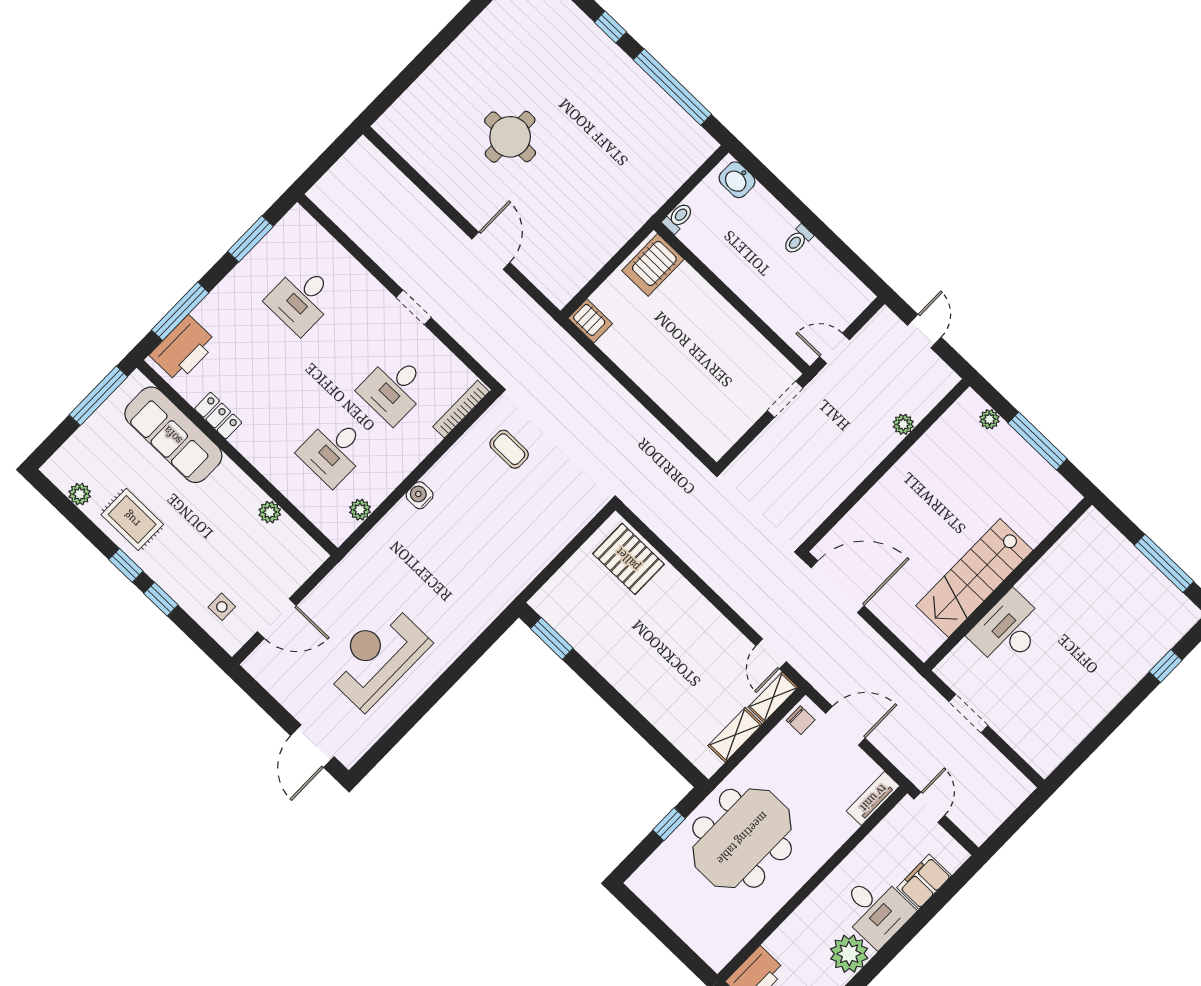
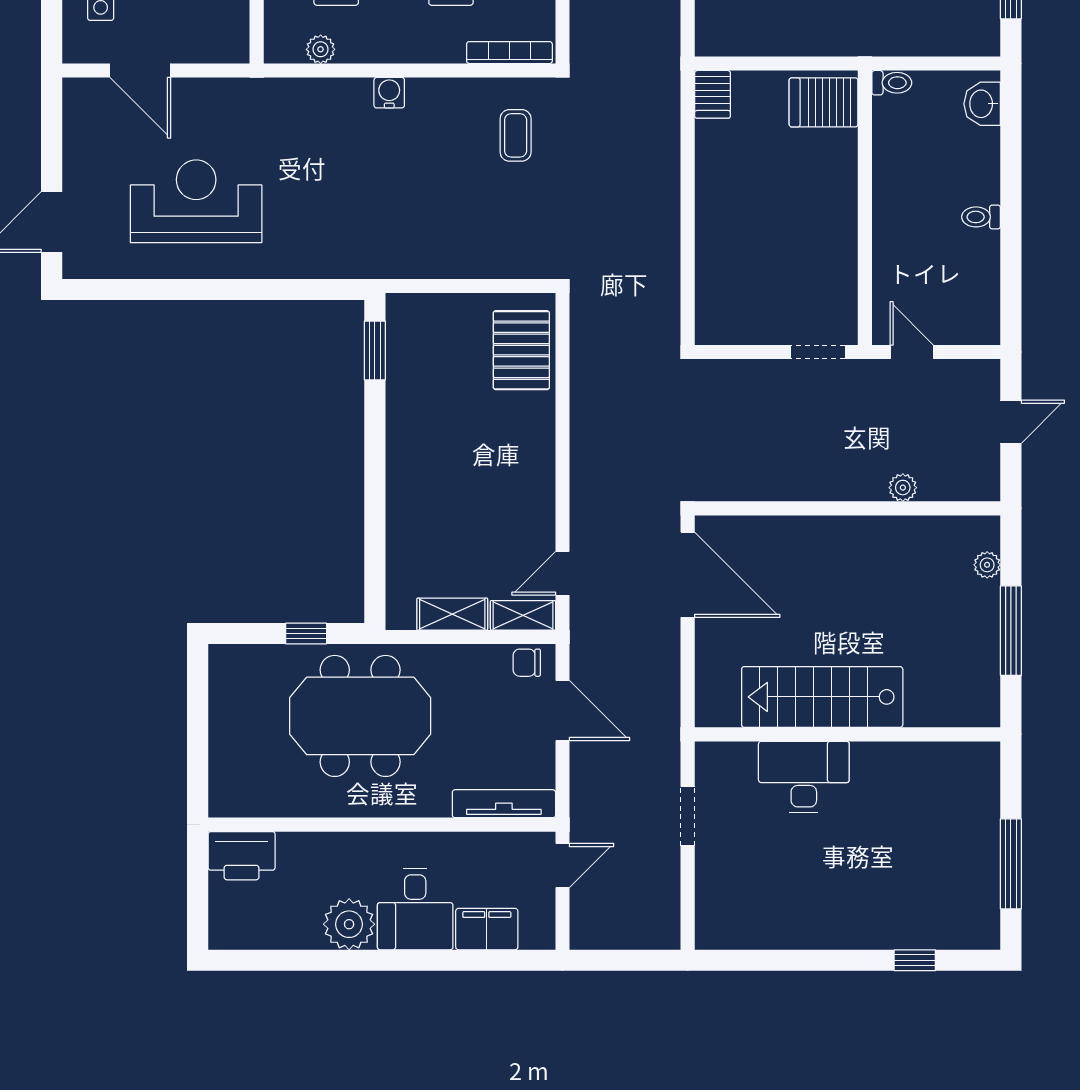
chair: (801, 720) -> (527, 663), turned 90
tv unit: (873, 798) -> (504, 804), width x1.41

